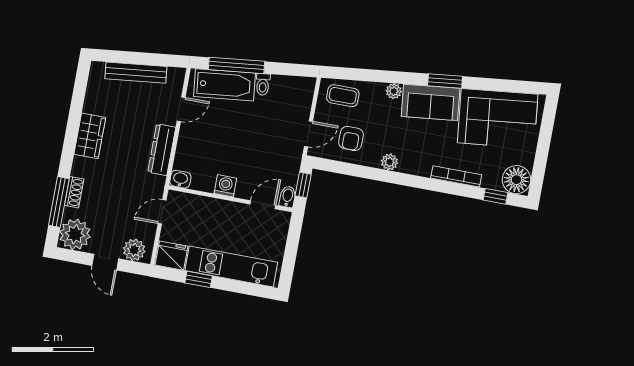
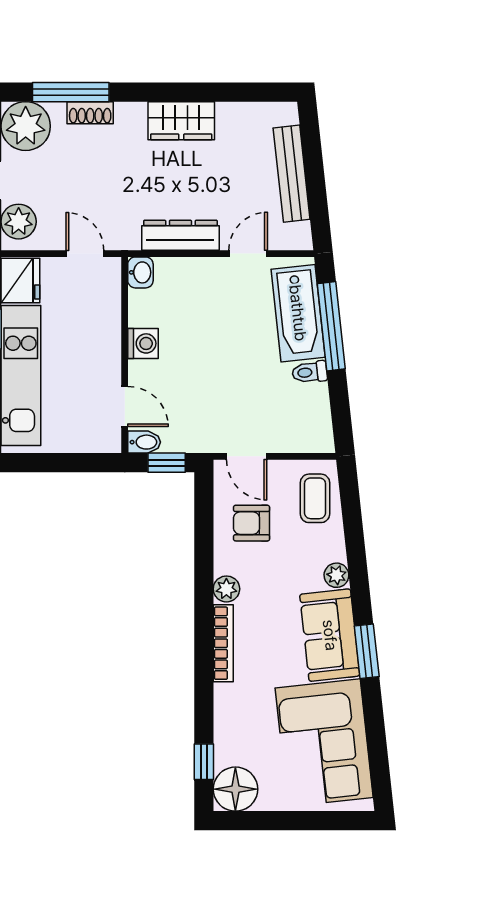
door: (181, 109) -> (248, 254), swing flipped
bookcase: (456, 176) -> (223, 643), moved

